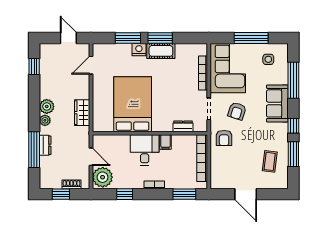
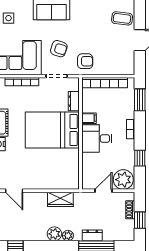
bed: (133, 104) -> (52, 130), moved
coffee table: (270, 161) -> (122, 18), moved

